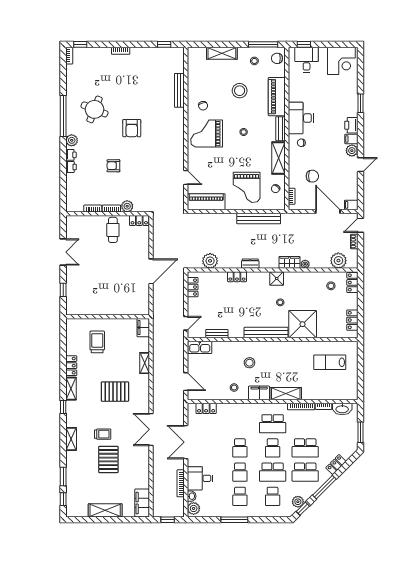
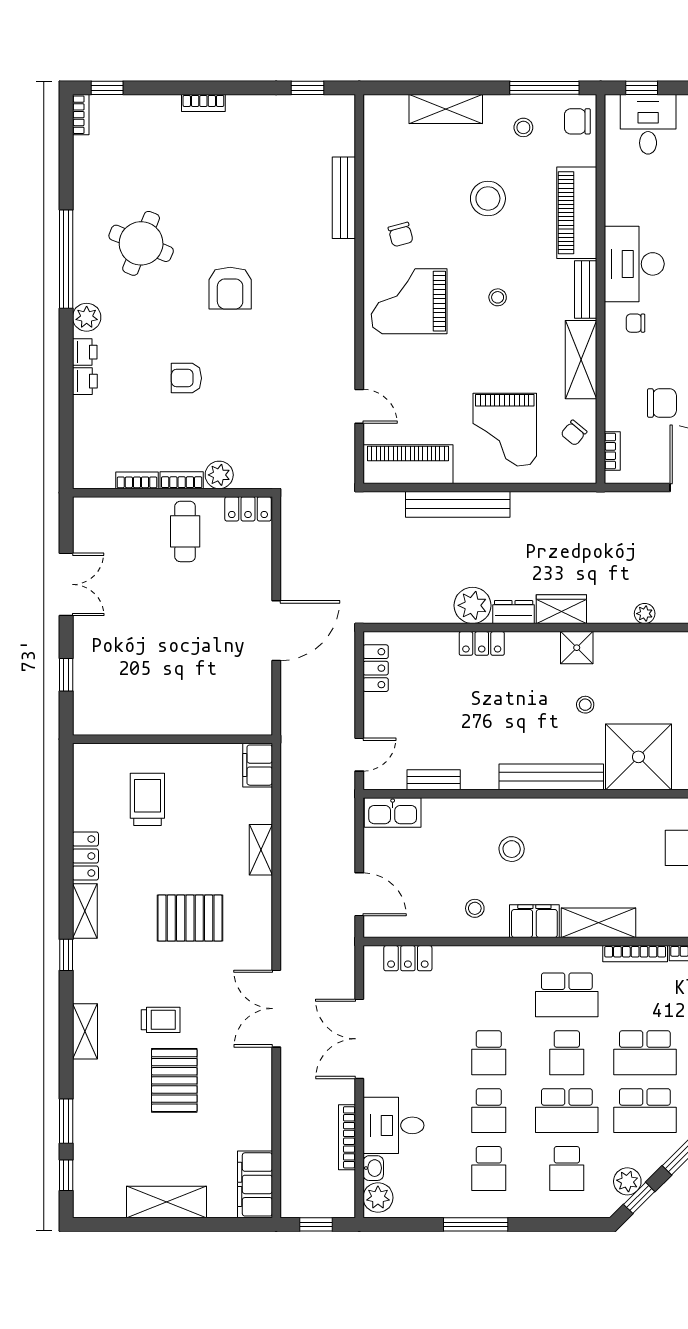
bench: (259, 219) -> (458, 504), moved
plant: (210, 261) -> (473, 605), moved
wardrobe: (289, 262) -> (561, 609), moved

